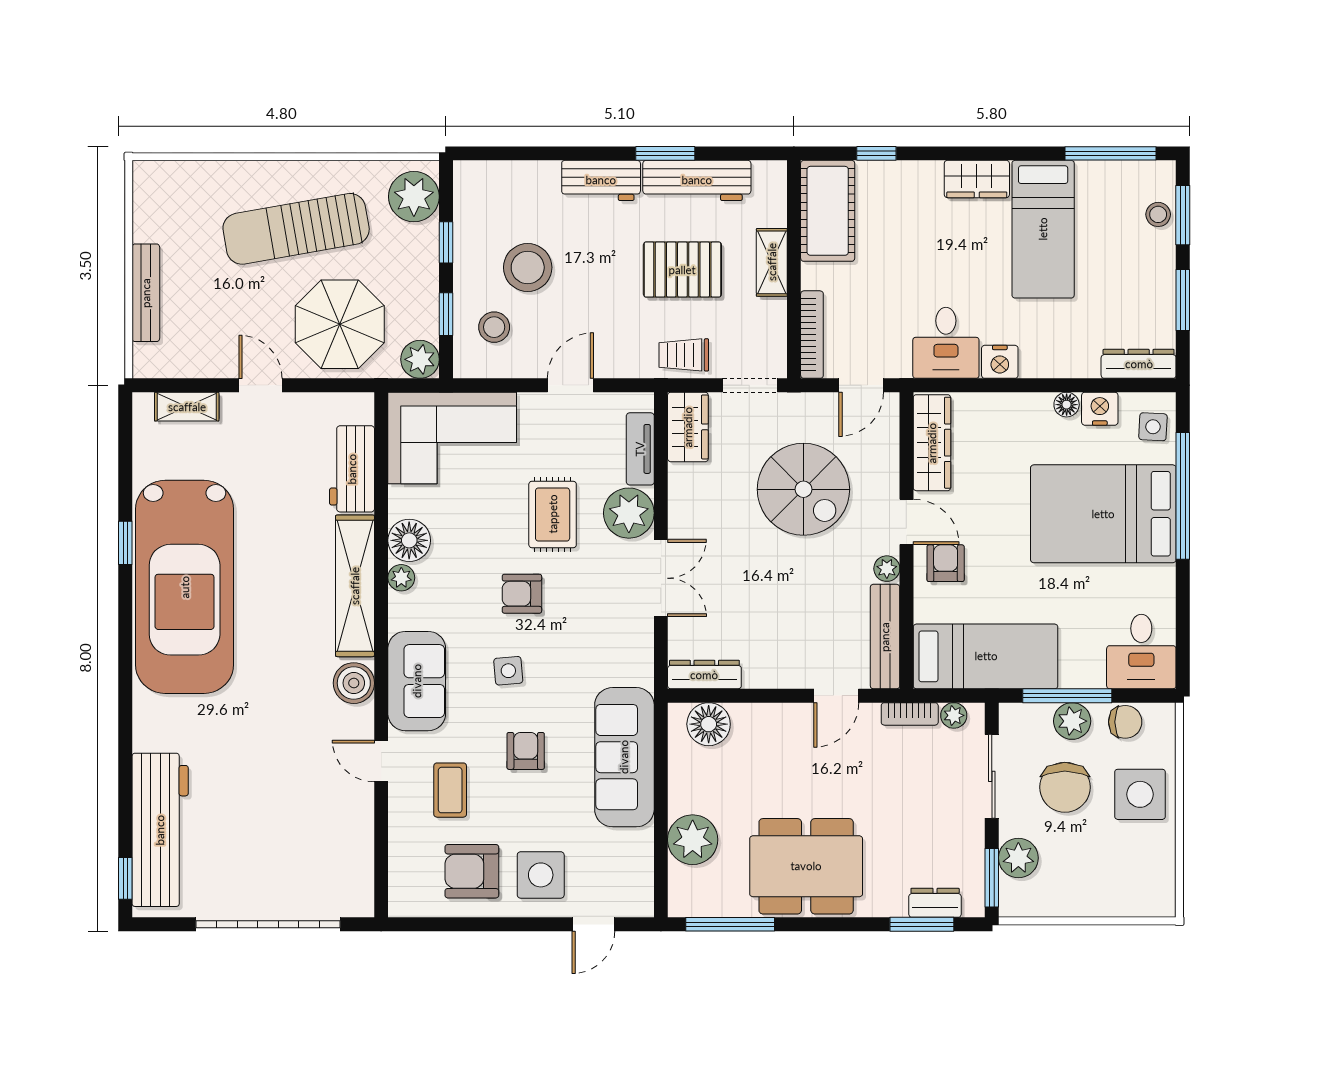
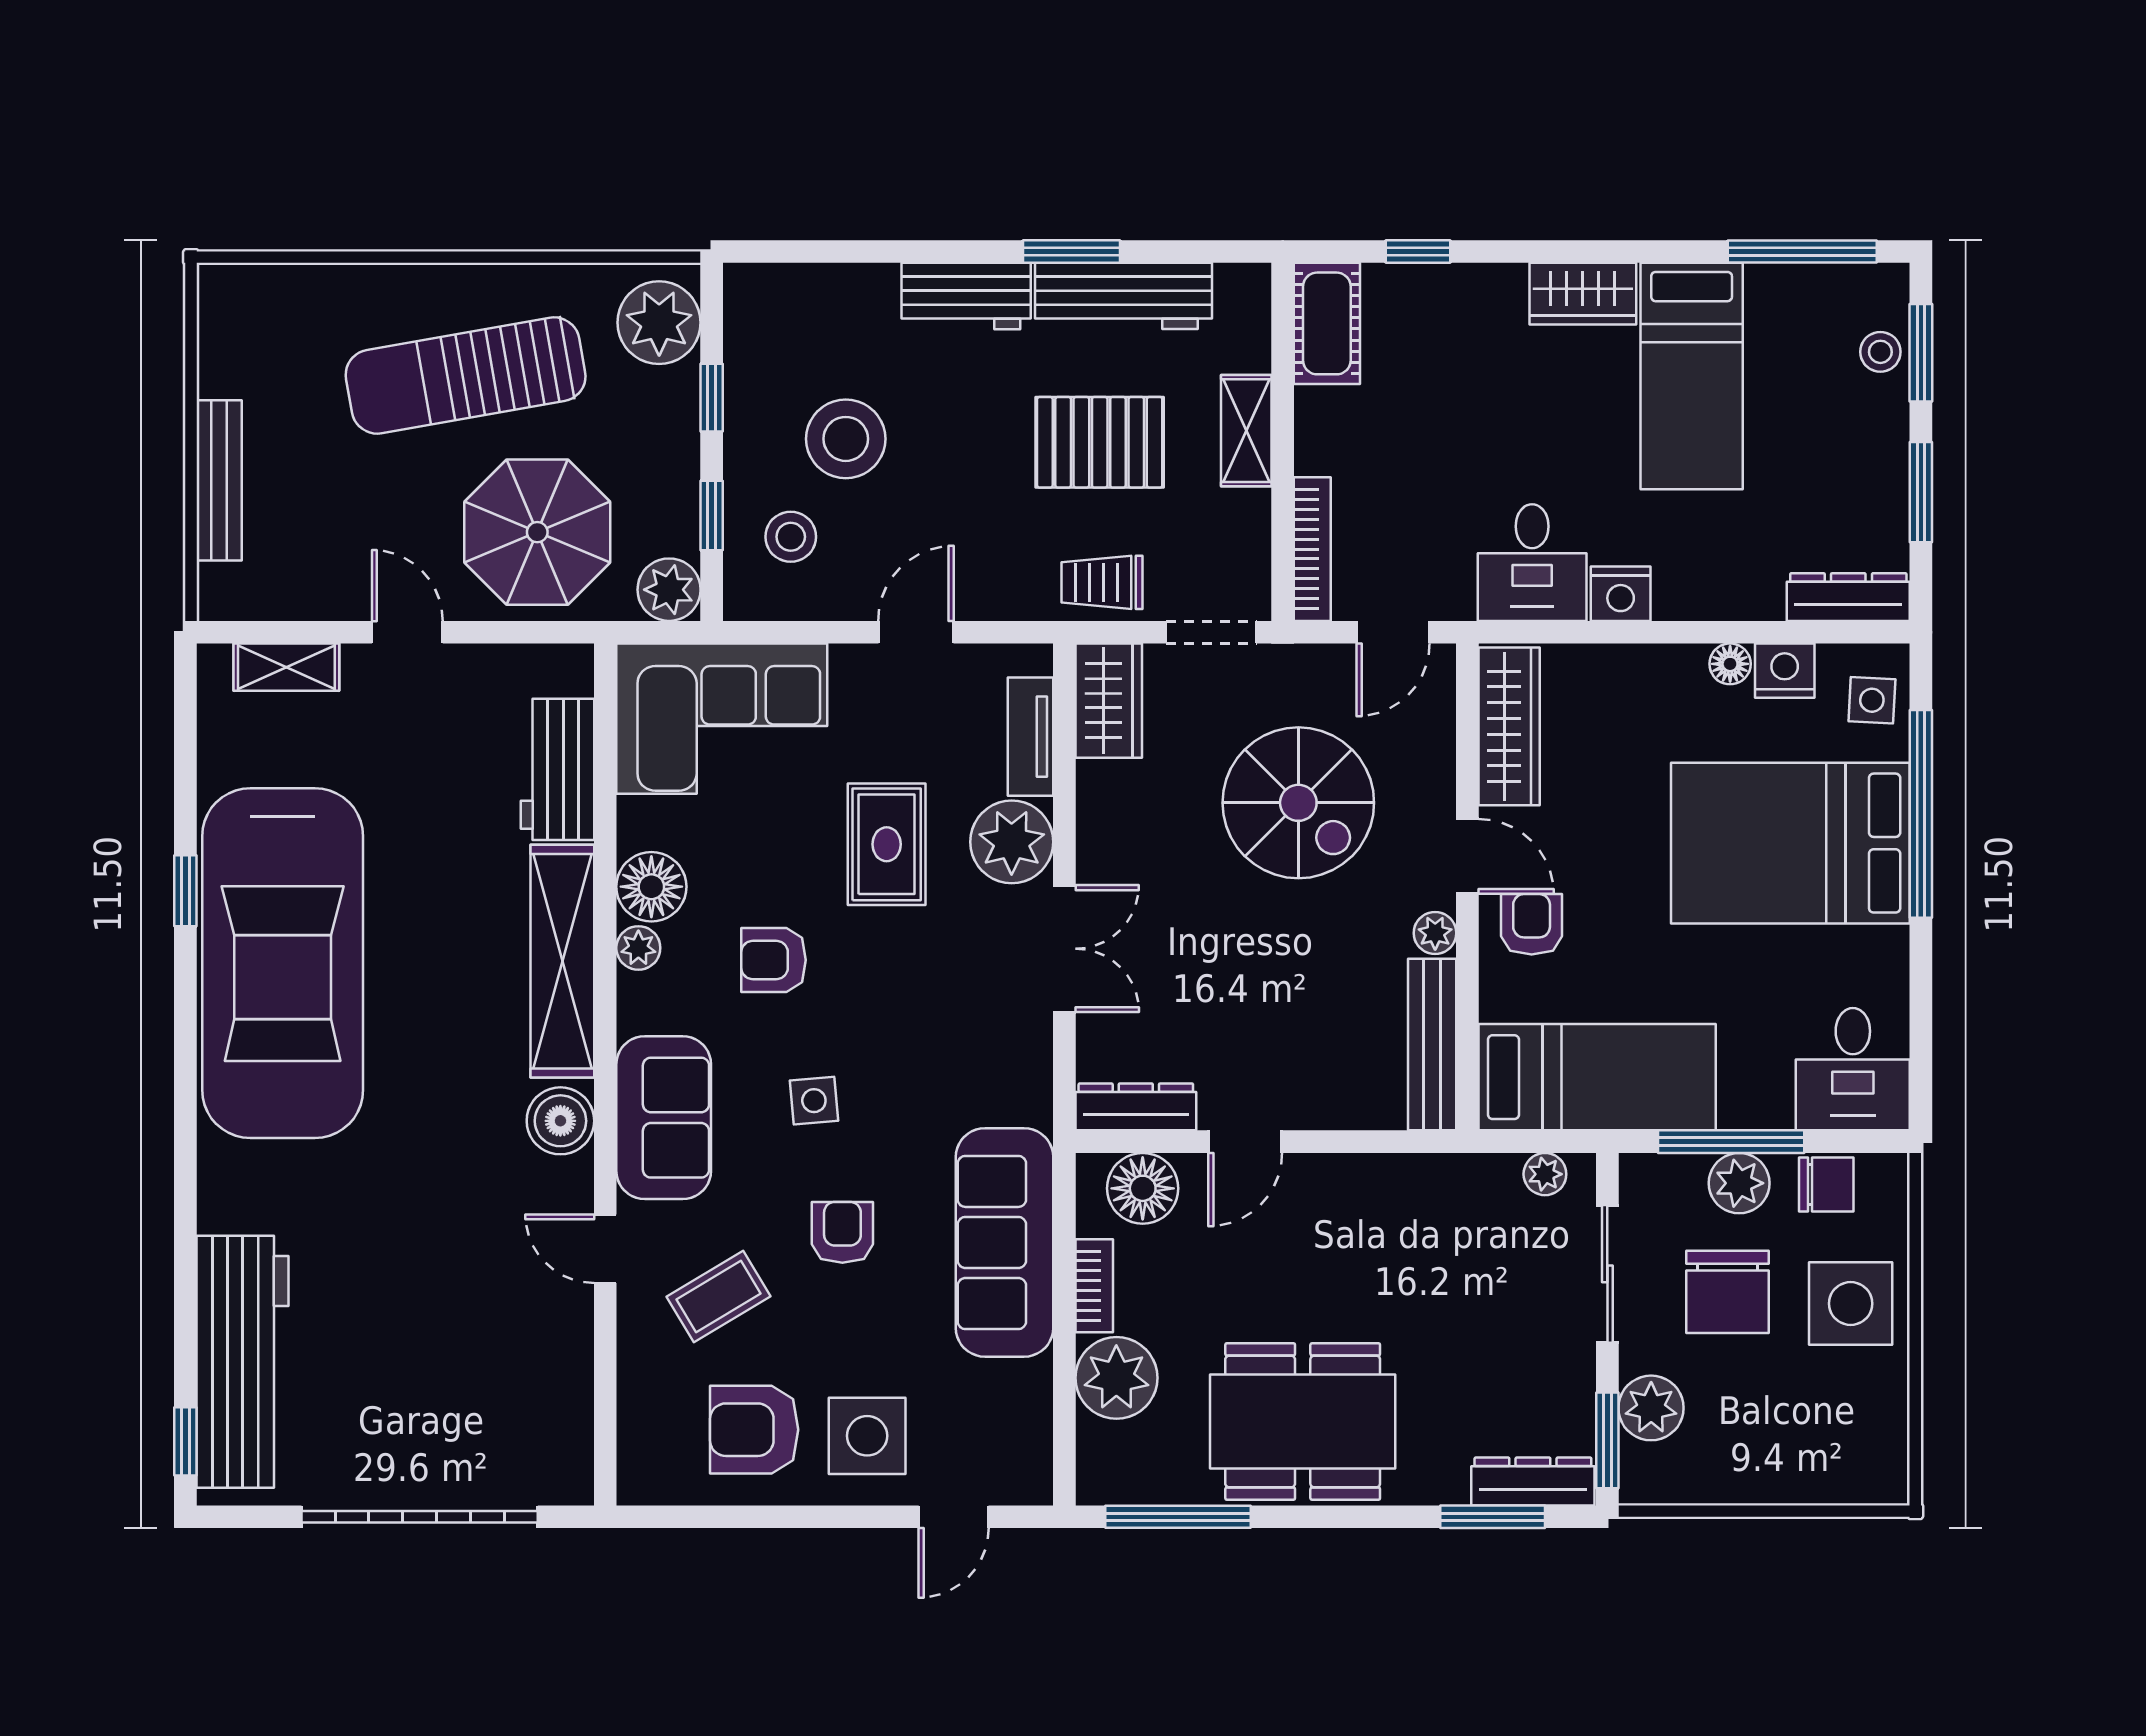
cot: (828, 211) -> (1327, 323), width x0.73, depth x0.75
armchair: (522, 594) -> (774, 960), moved
door: (836, 696) -> (1245, 1142), moved
bookcase: (910, 714) -> (1094, 1286), moved, turned -90
coffee table: (450, 790) -> (718, 1296), turned 59
dresser: (935, 903) -> (1533, 1481), width x1.44

